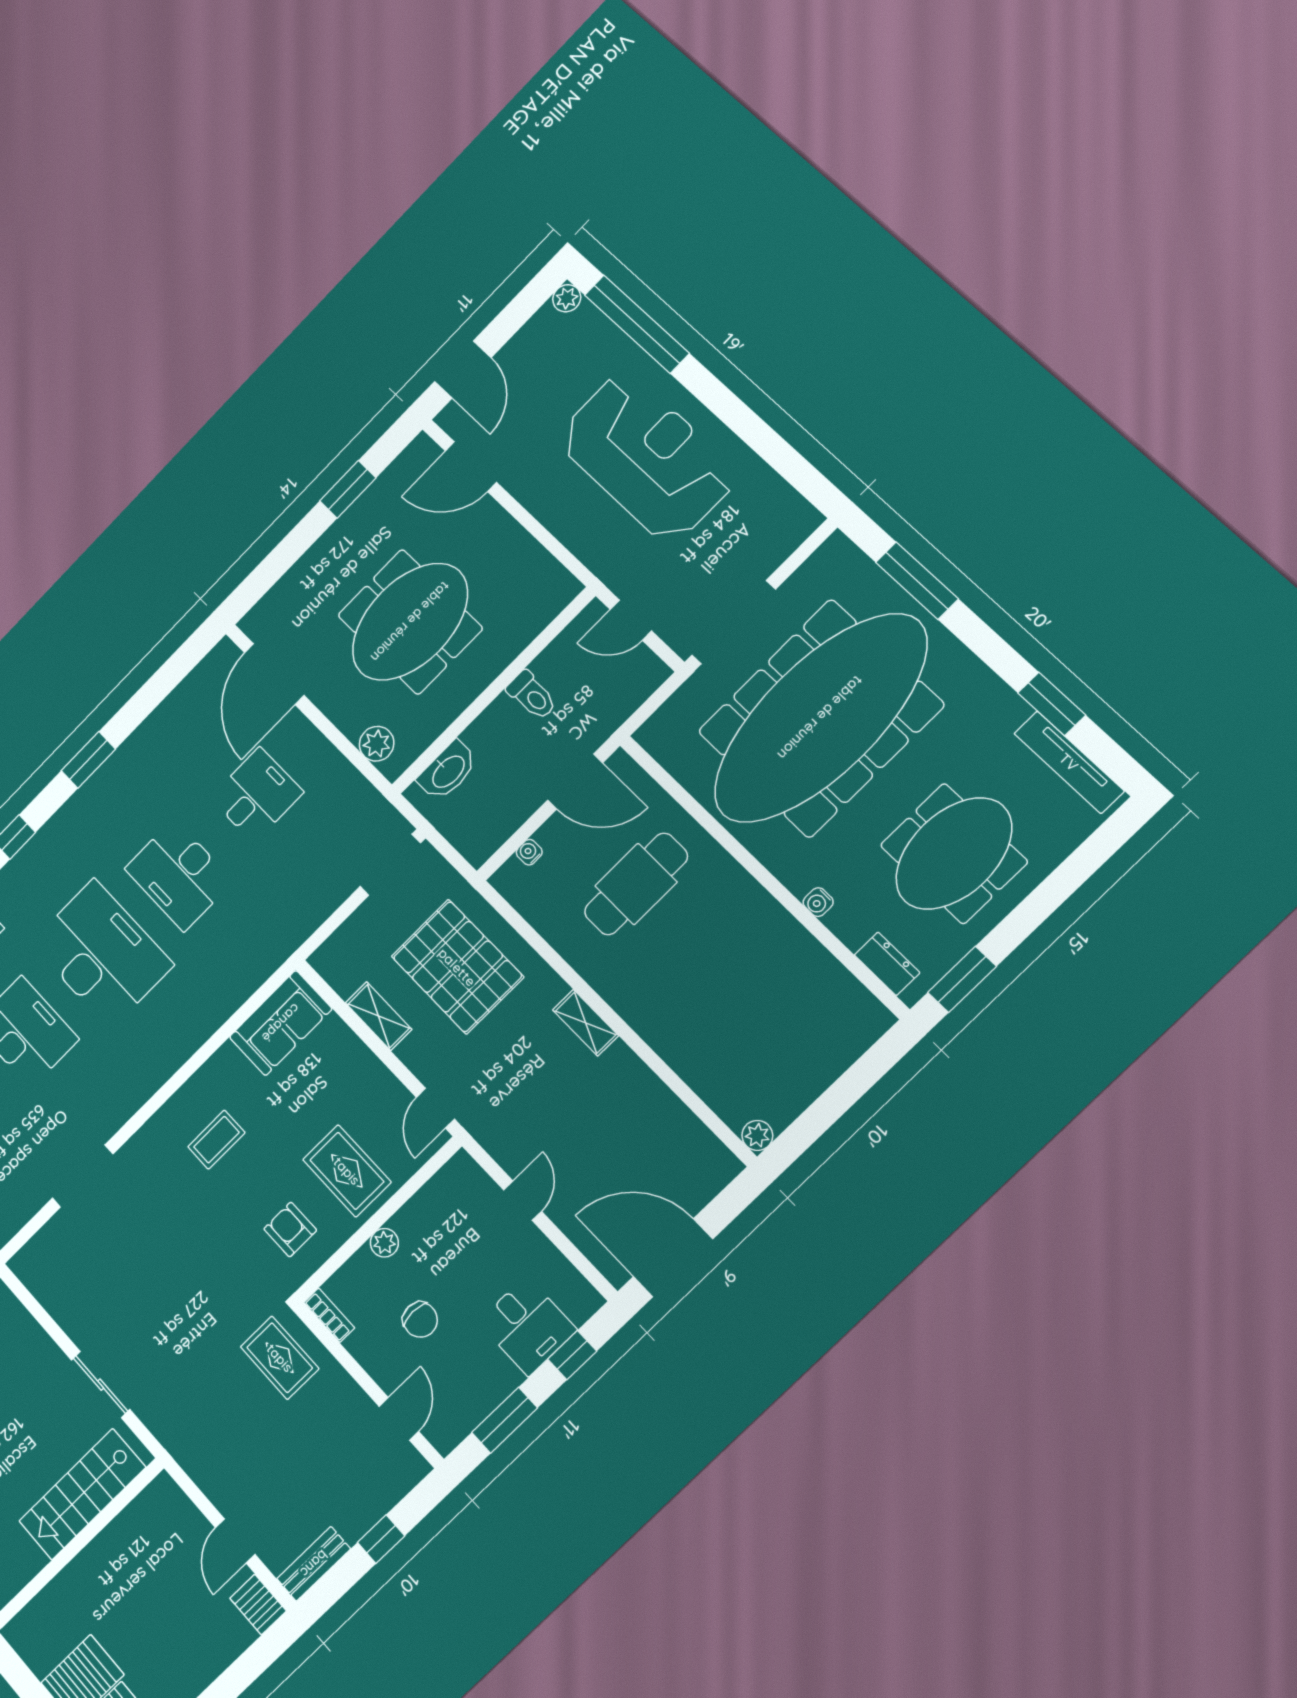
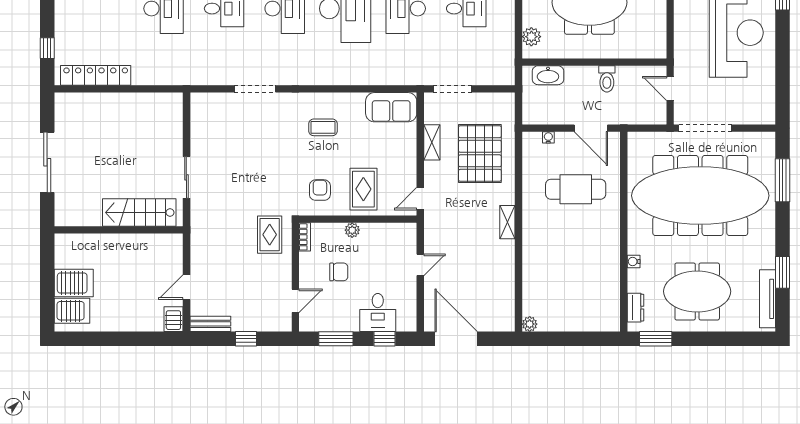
doorway: (390, 865) -> (452, 89), moved
chair: (420, 1320) -> (339, 272), turned -90

